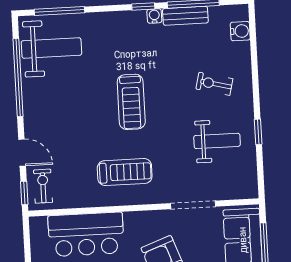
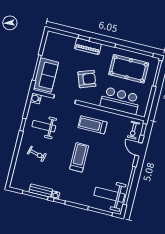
water cooler: (240, 31) -> (36, 98), moved

